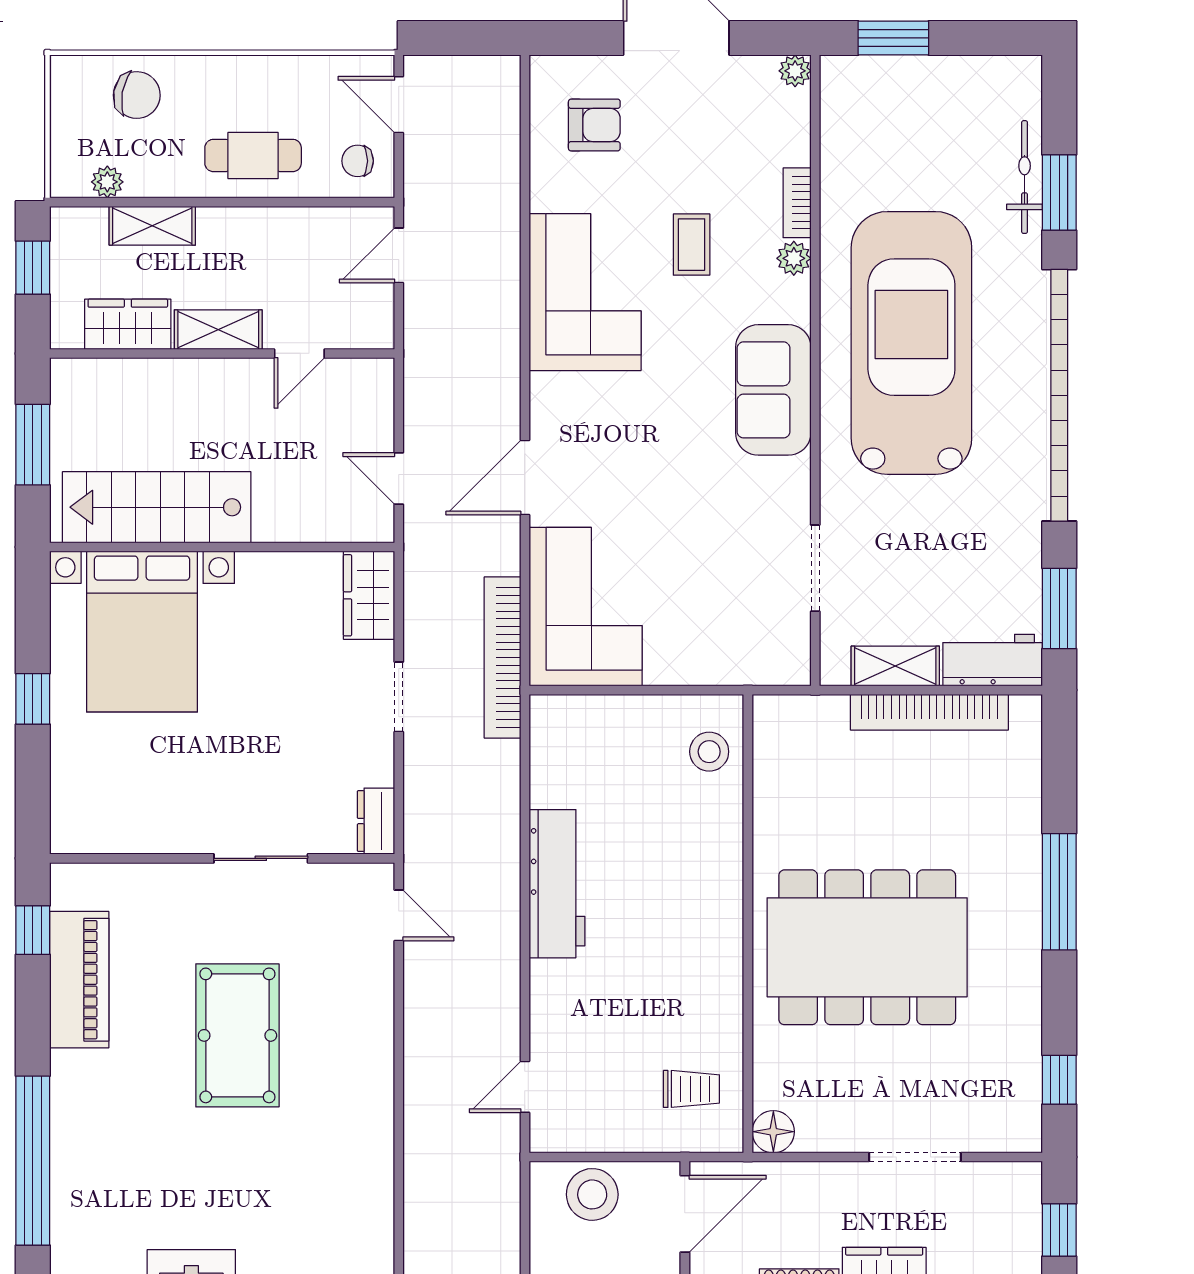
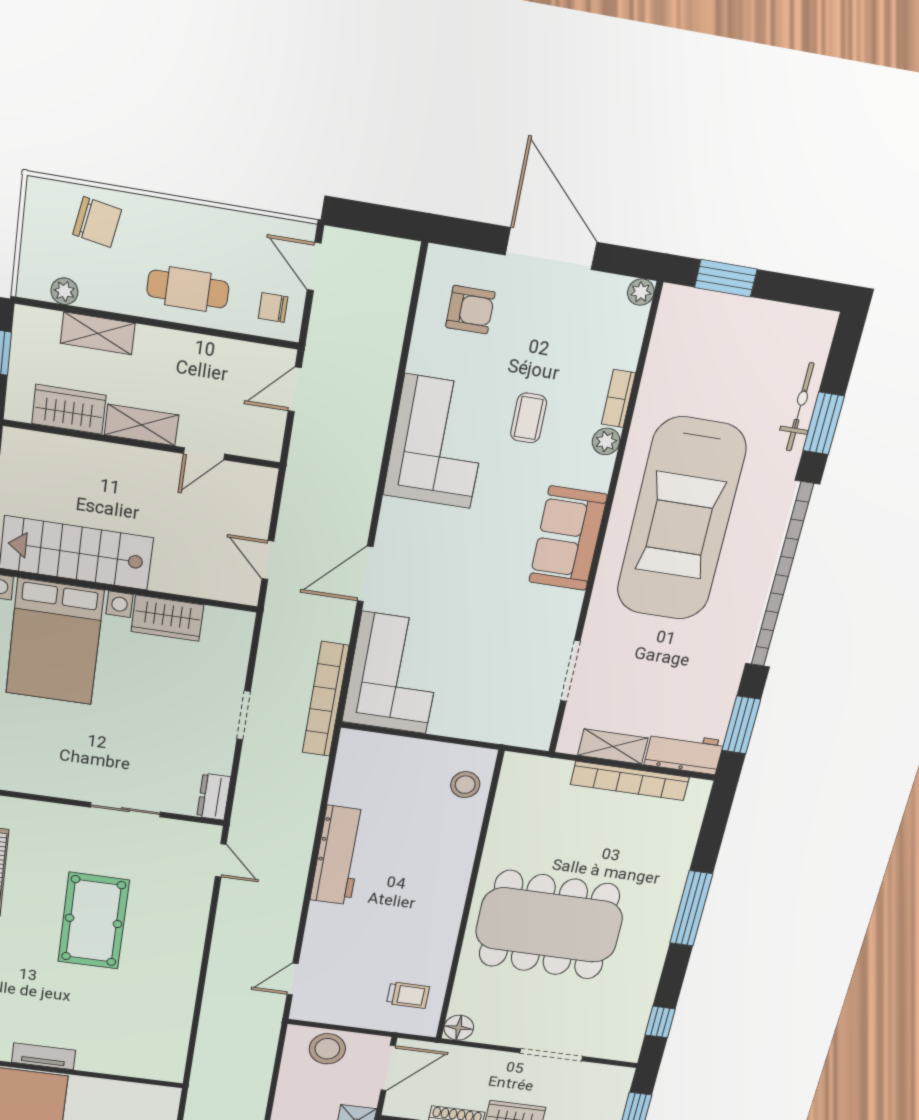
car: (911, 343) -> (681, 520), turned 180
wardrobe: (369, 595) -> (167, 618), moved, turned -90

